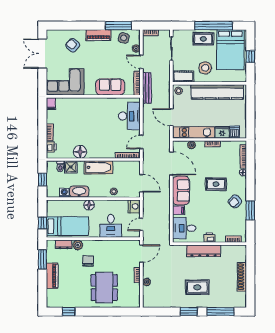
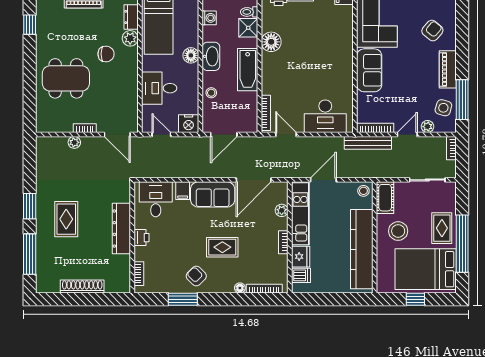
sofa: (110, 87) -> (369, 70), moved
rug: (216, 184) -> (222, 247), turned 90
washbasin: (79, 192) -> (211, 56), moved

